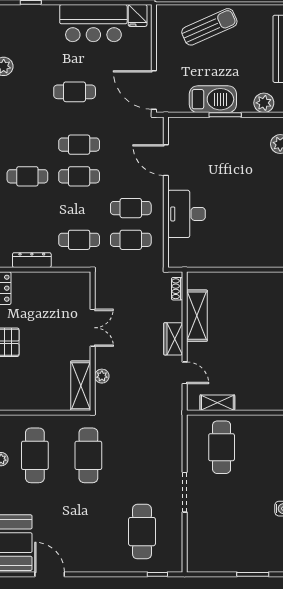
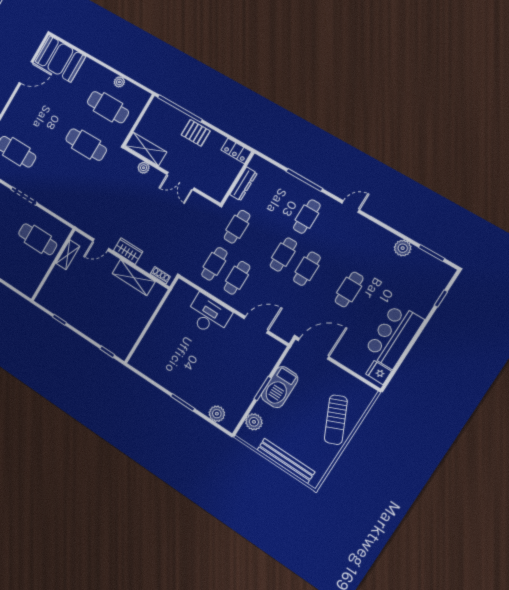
double door: (93, 328) -> (180, 181), moved
wall: (93, 341) -> (171, 175), moved
plant: (102, 376) -> (144, 168), moved
shelving: (81, 386) -> (146, 149), moved

